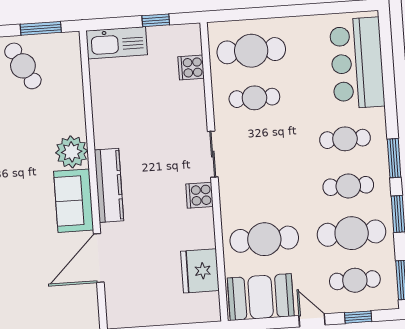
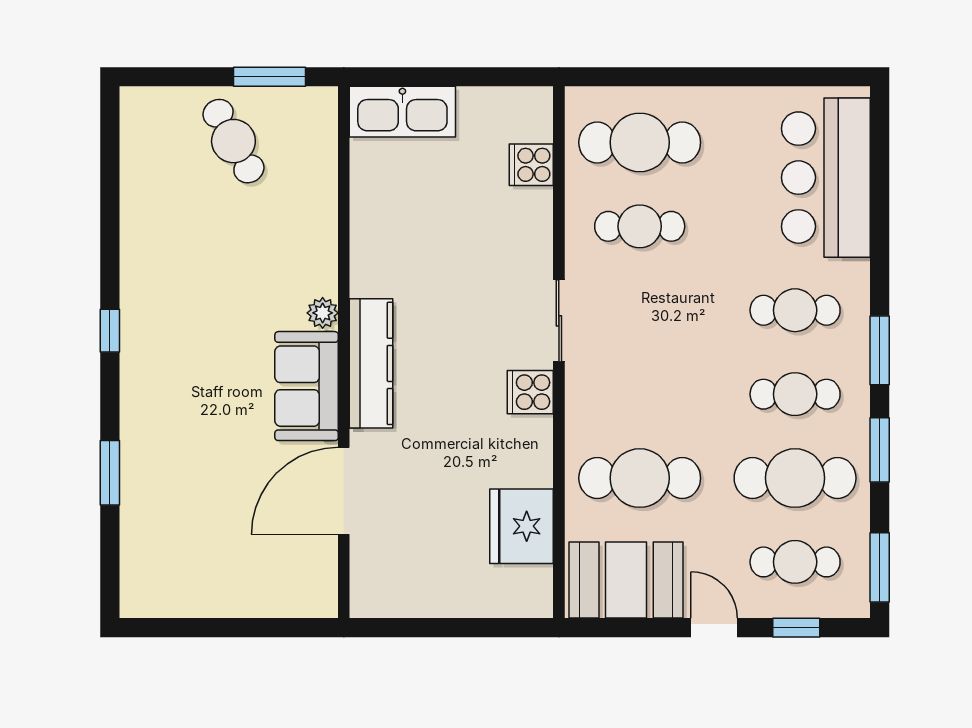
window: (156, 20) -> (474, 77), removed
plant: (72, 152) -> (323, 313), width x0.53, depth x0.53

